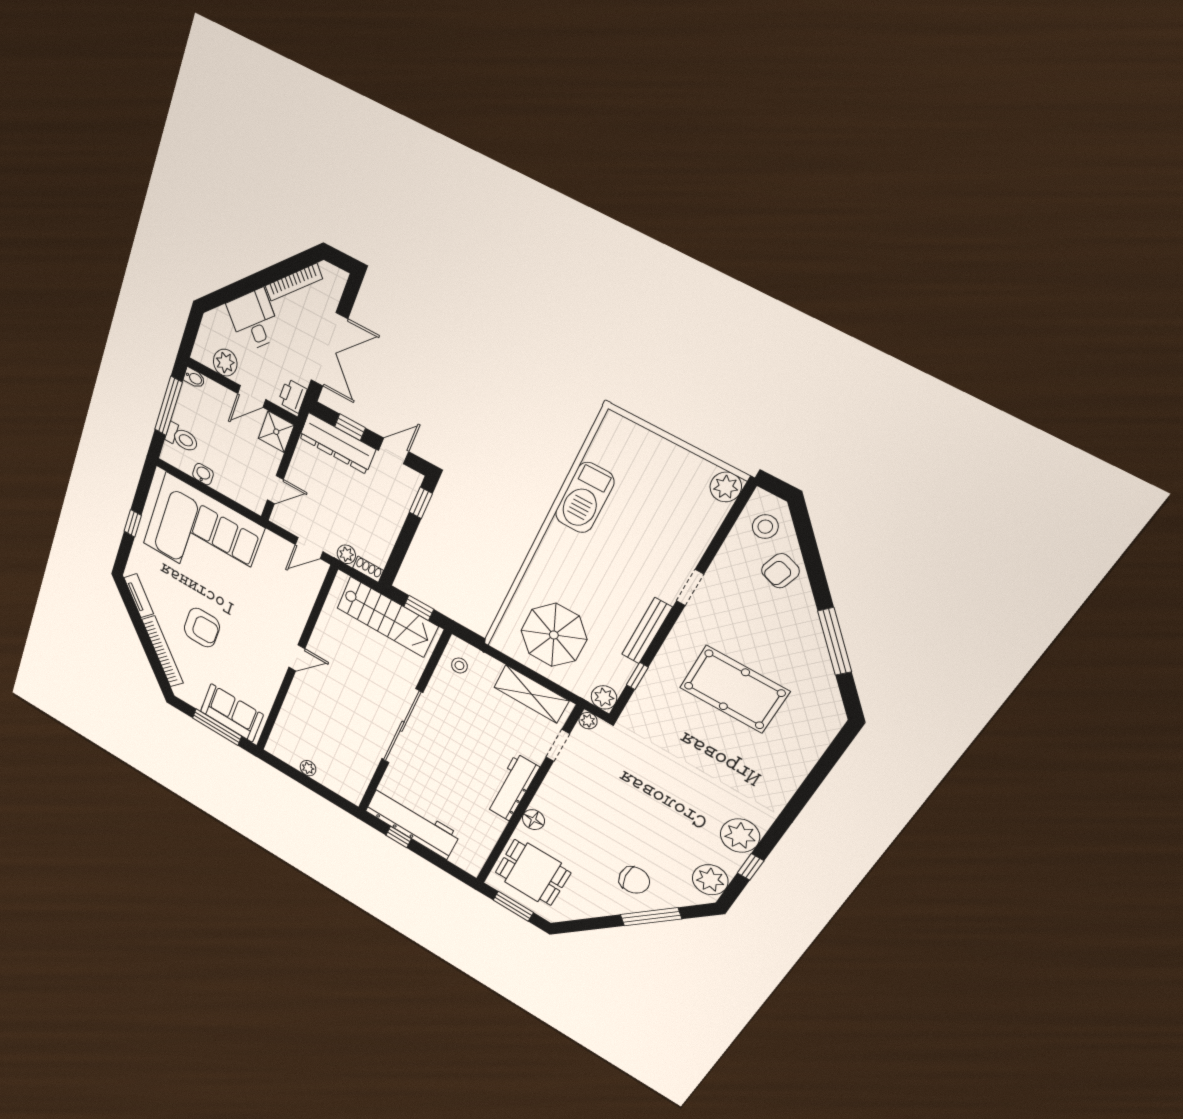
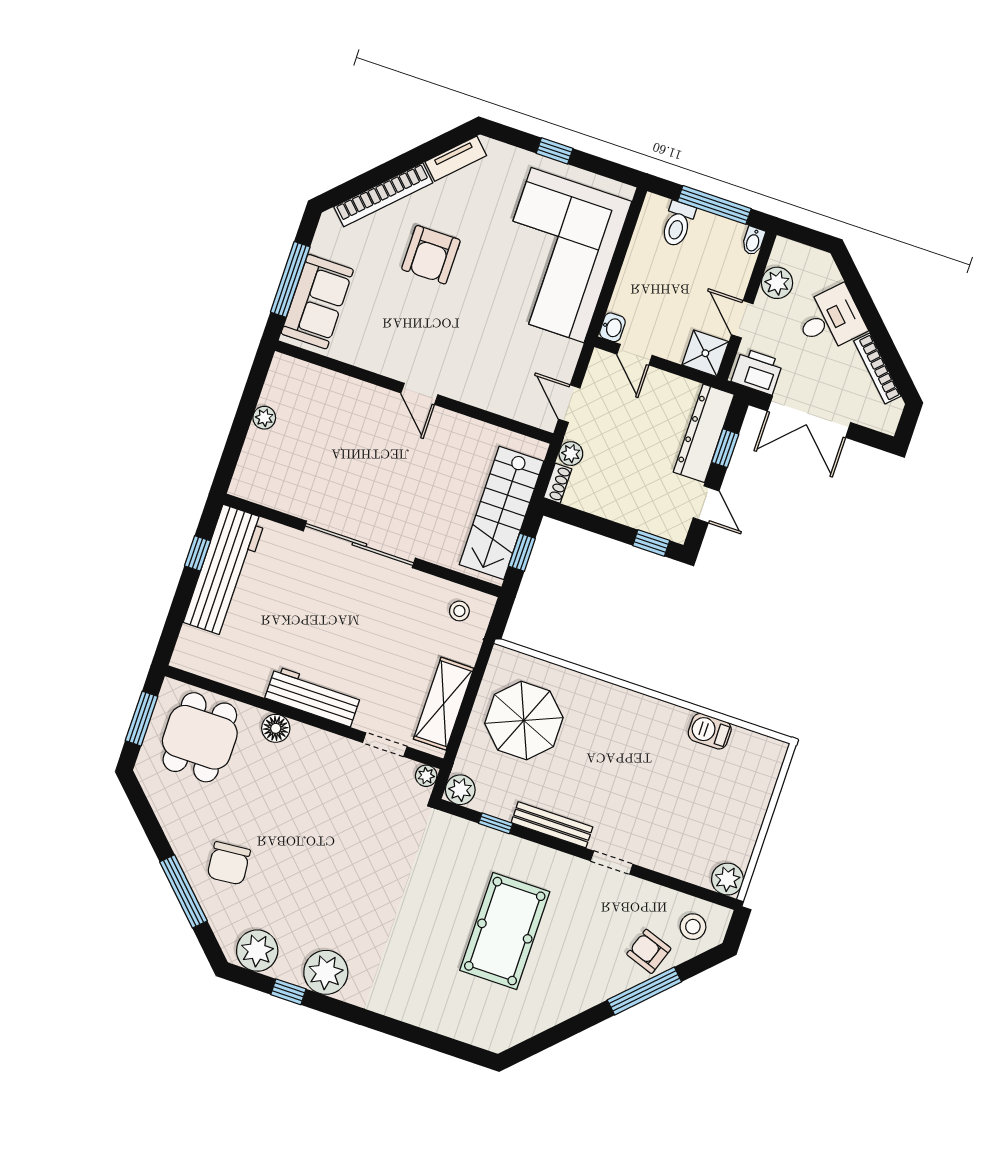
printer: (293, 396) -> (757, 371), width x1.36, depth x1.24
washbasin: (203, 474) -> (612, 327), moved
barbecue: (585, 498) -> (710, 731), width x0.53, depth x0.65
window: (835, 642) -> (644, 991), moved

